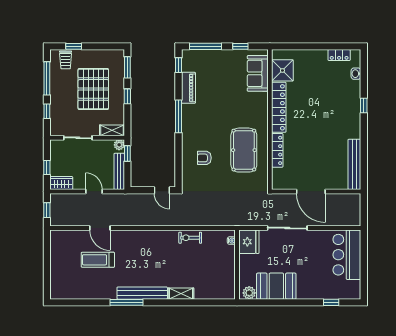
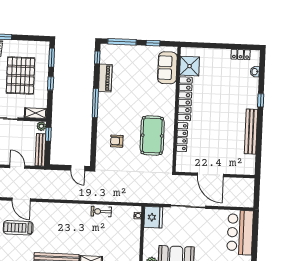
bench: (354, 164) -> (251, 132), moved

